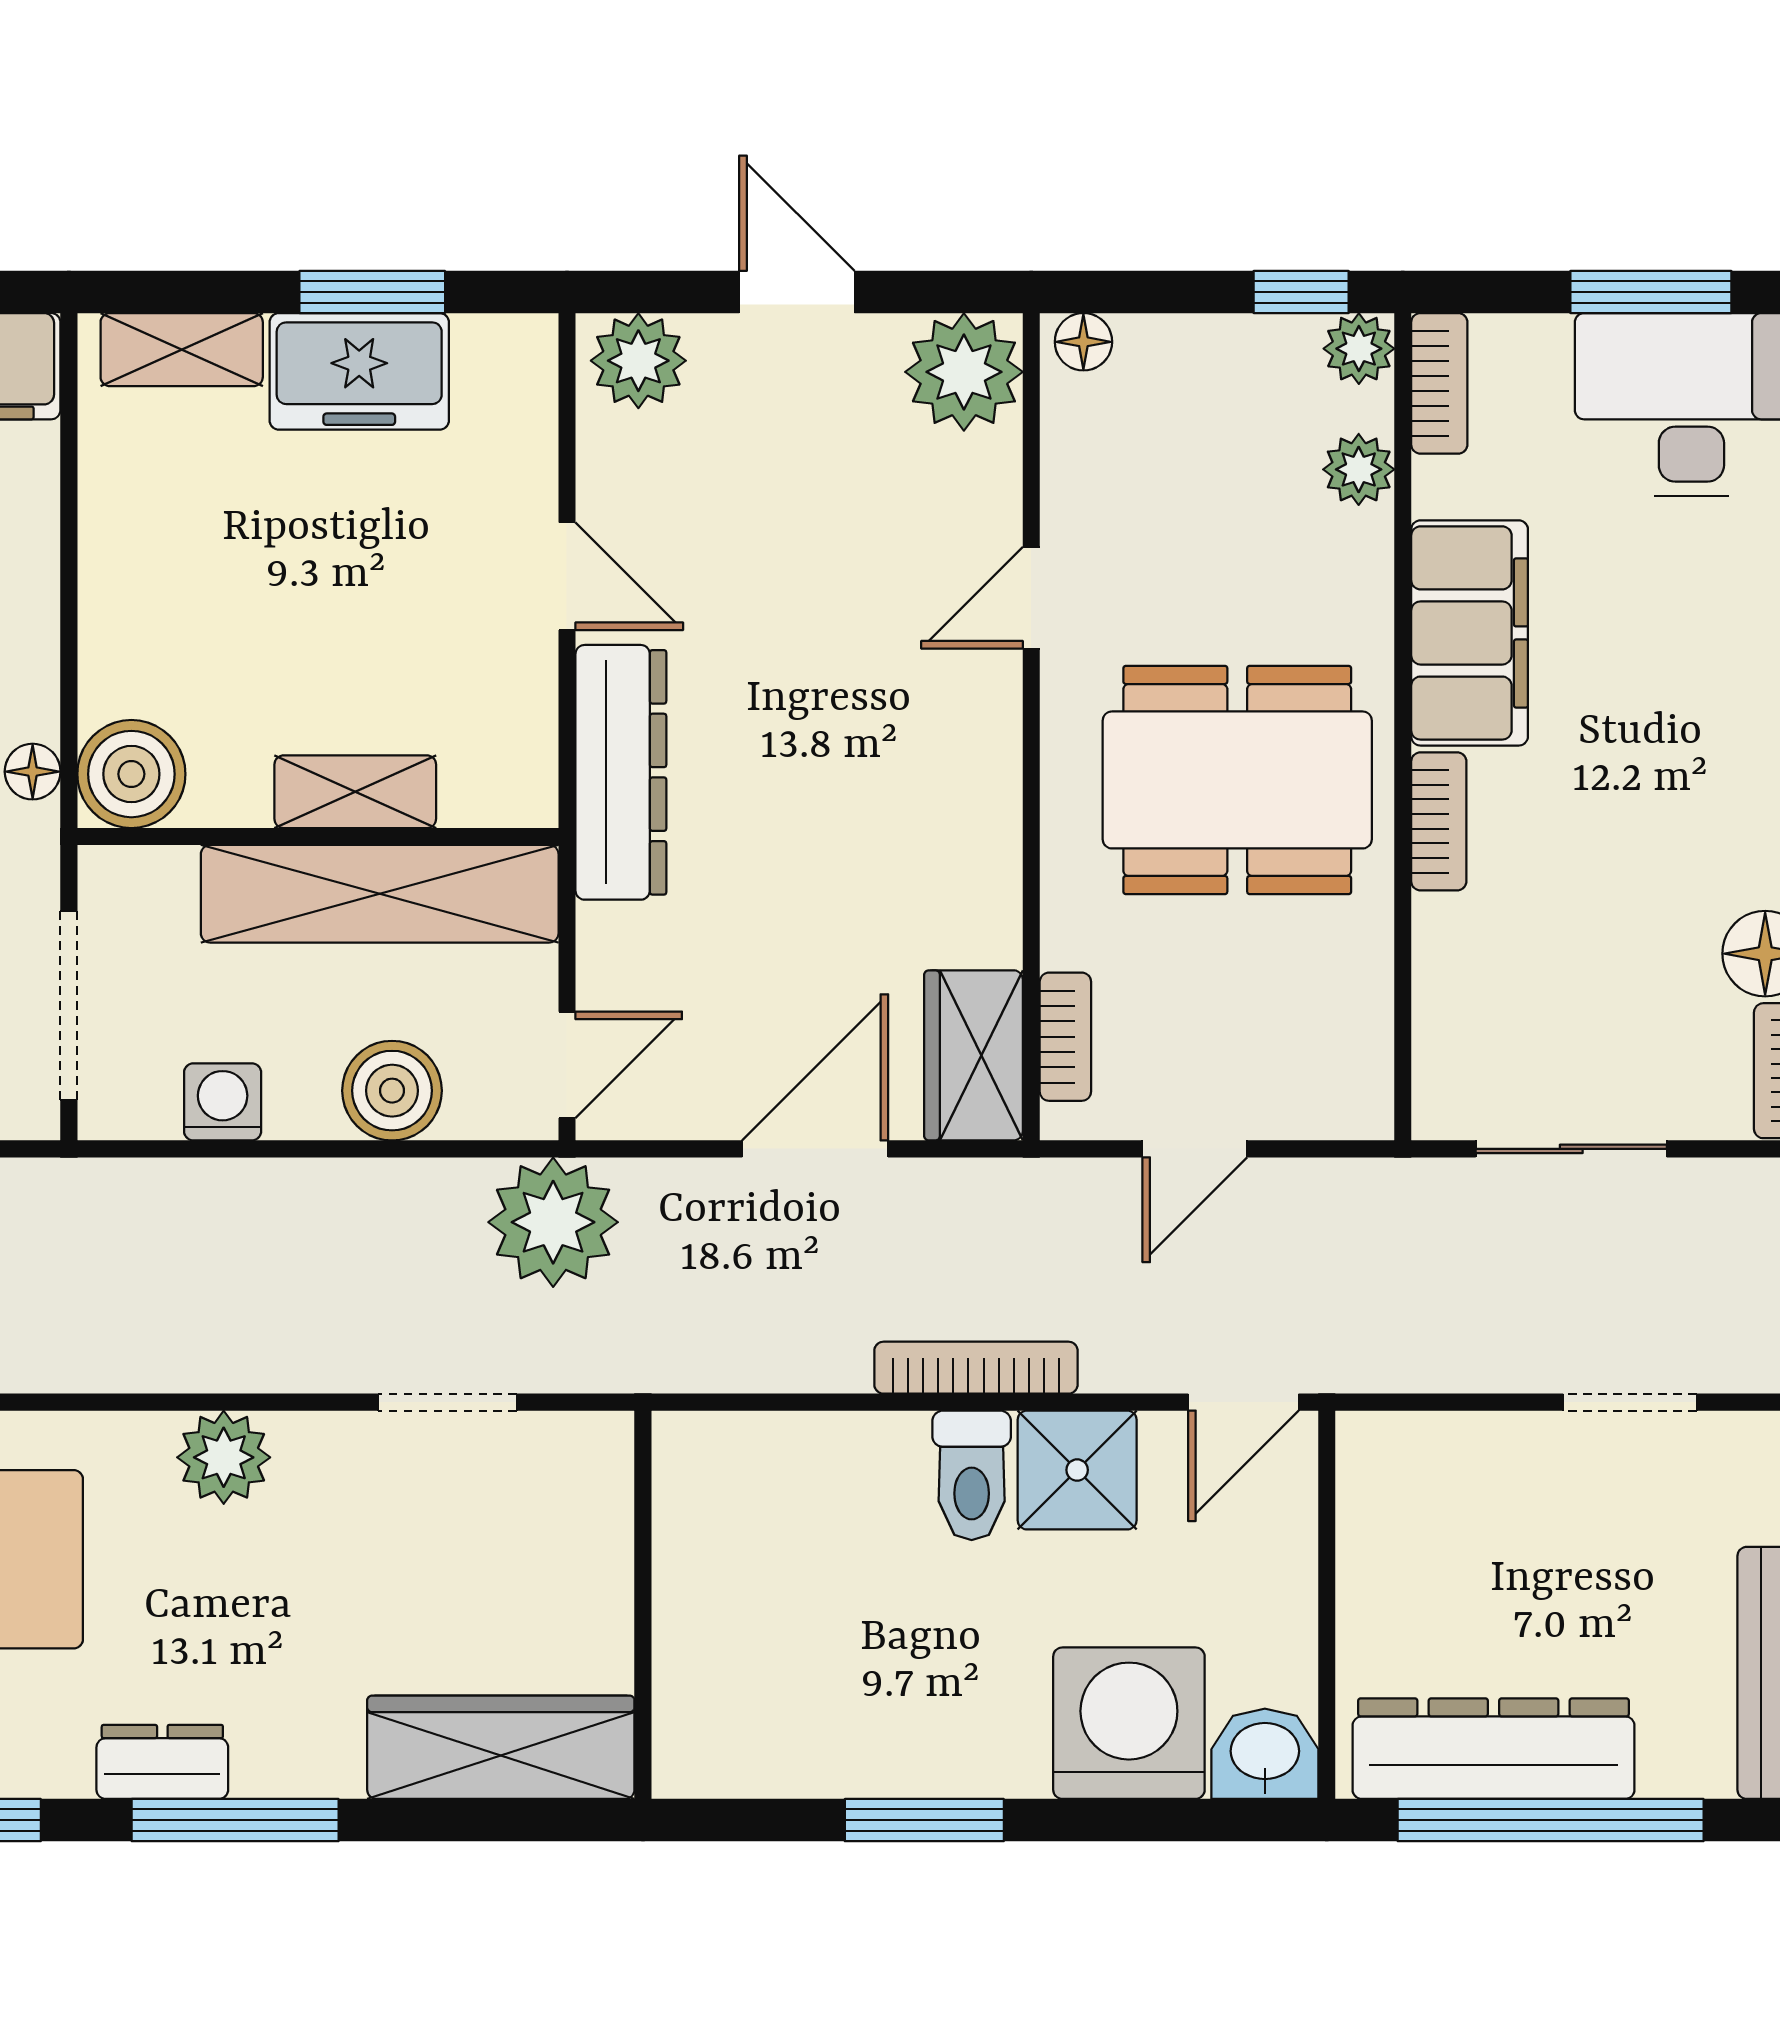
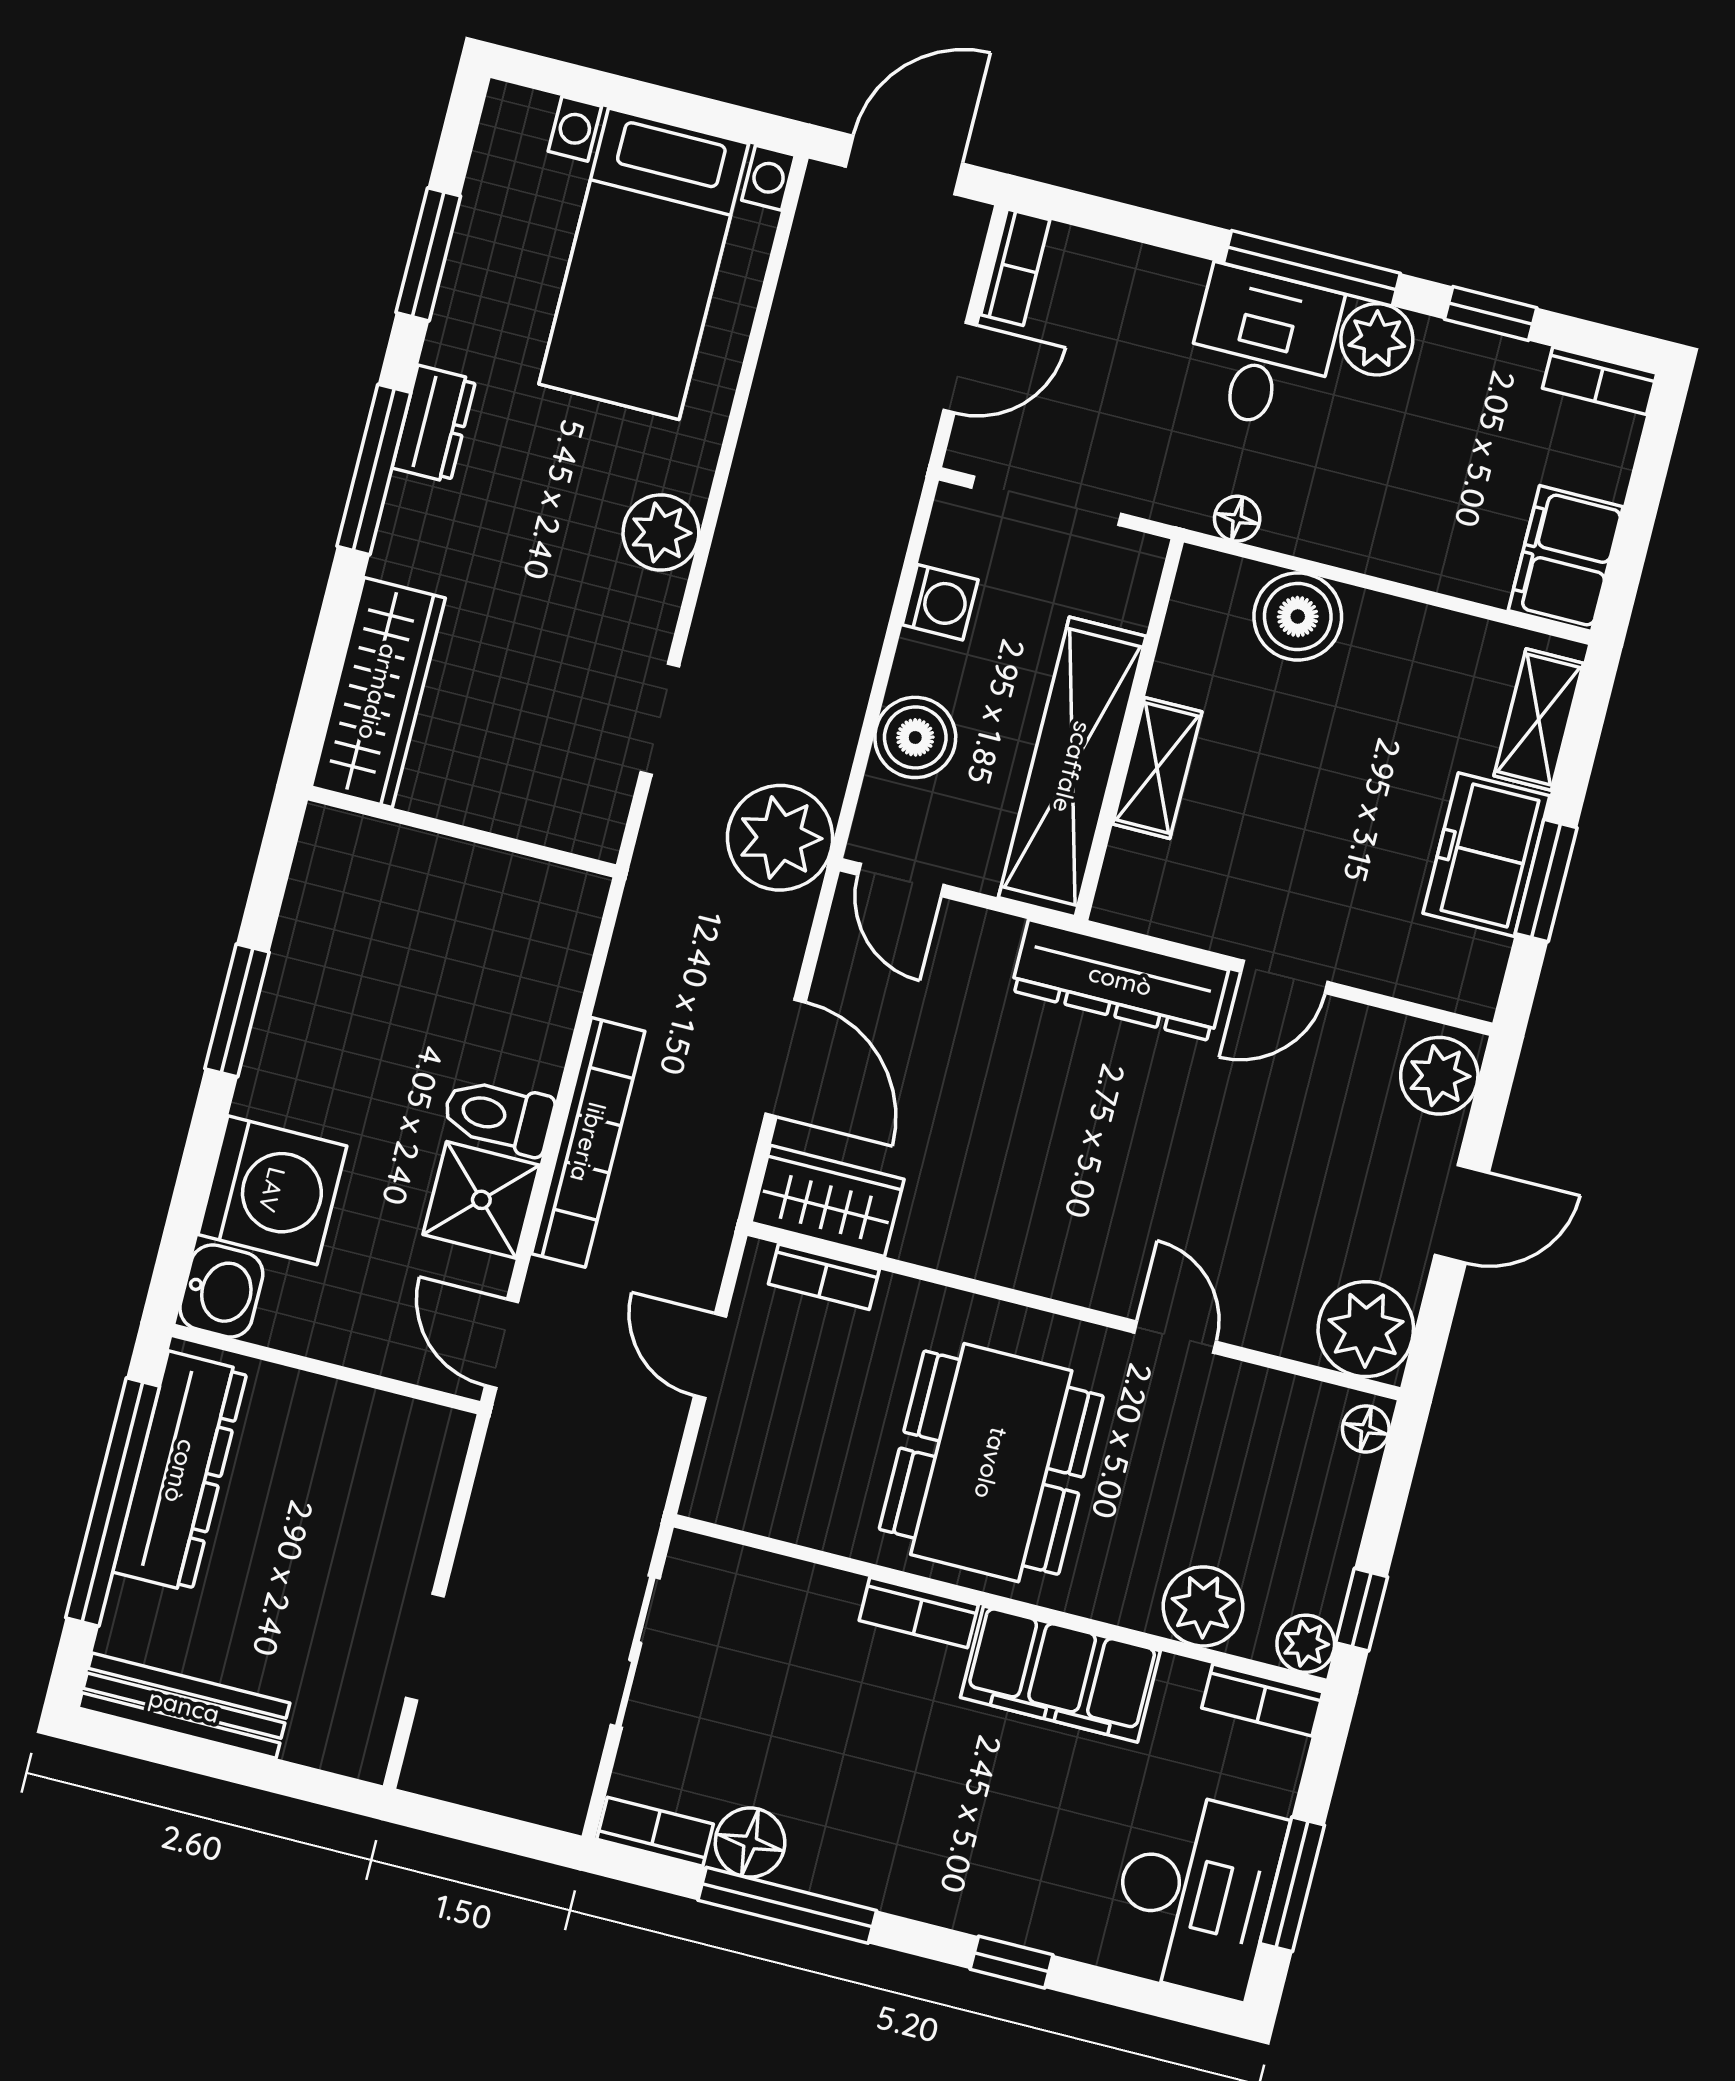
plant: (1359, 469) -> (1203, 1606), width x1.38, depth x1.38
boiler: (131, 774) -> (1298, 617), moved
bookcase: (976, 1368) -> (588, 1142), width x1.48, depth x1.31

